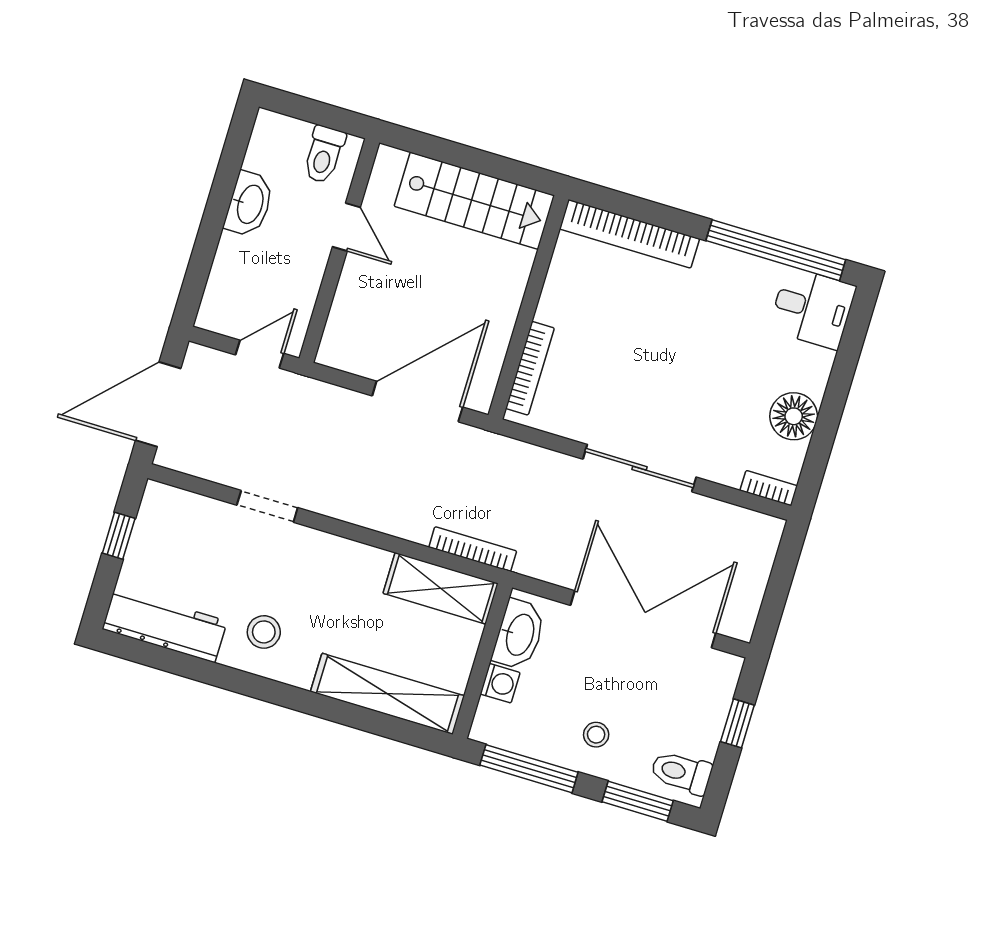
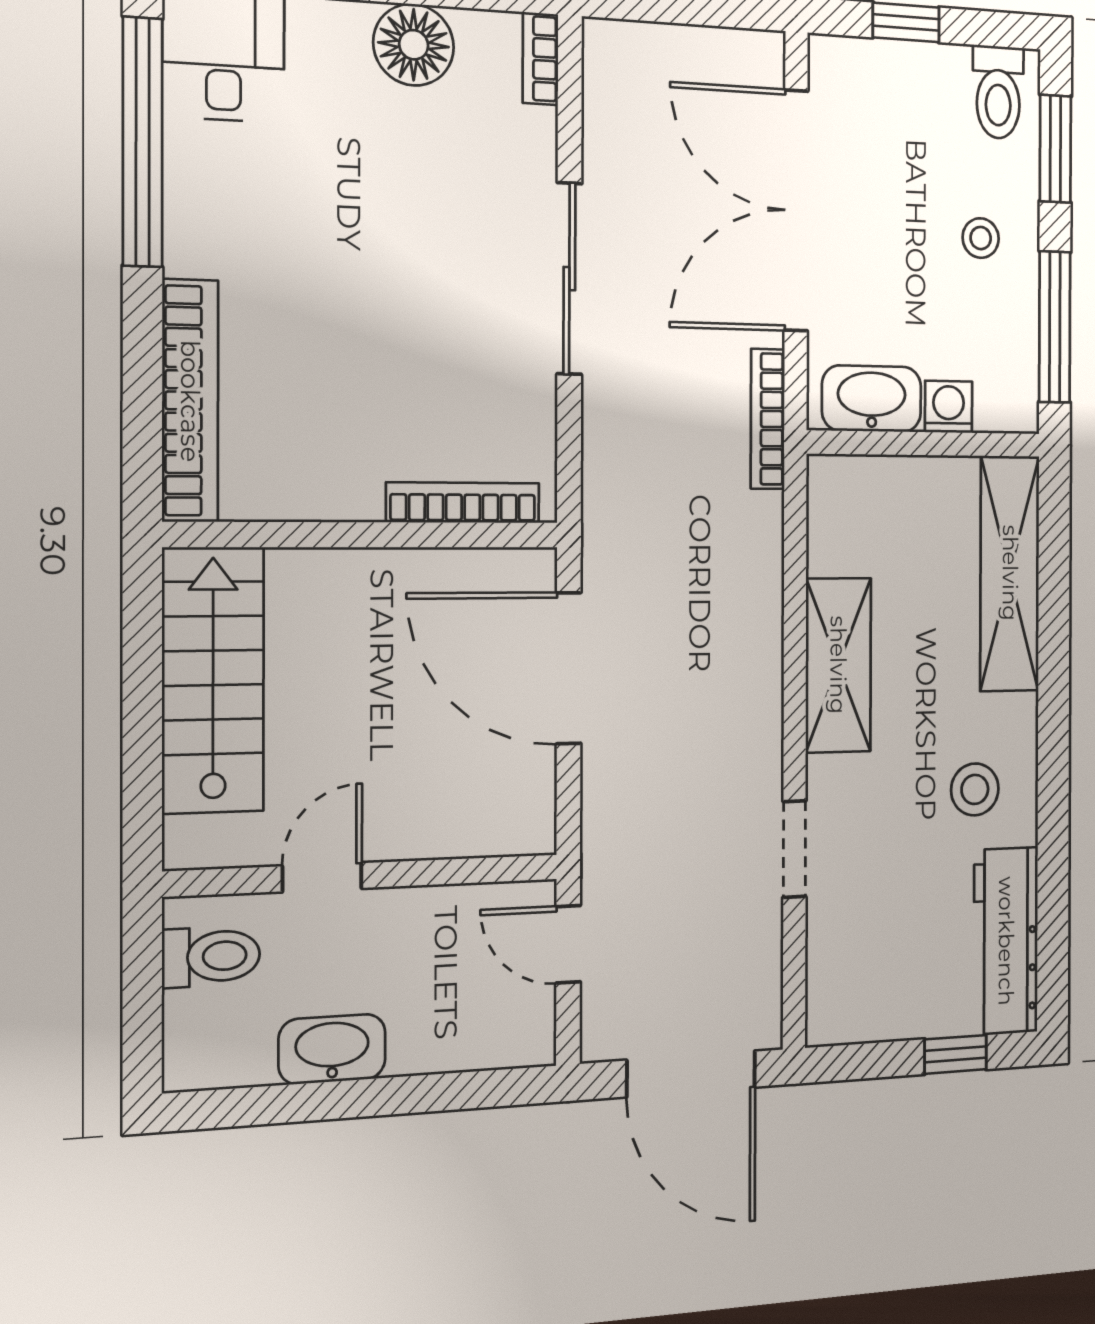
window: (119, 536) -> (955, 1054), moved
bookcase: (473, 549) -> (768, 419), moved
shelving: (441, 588) -> (838, 665), moved

